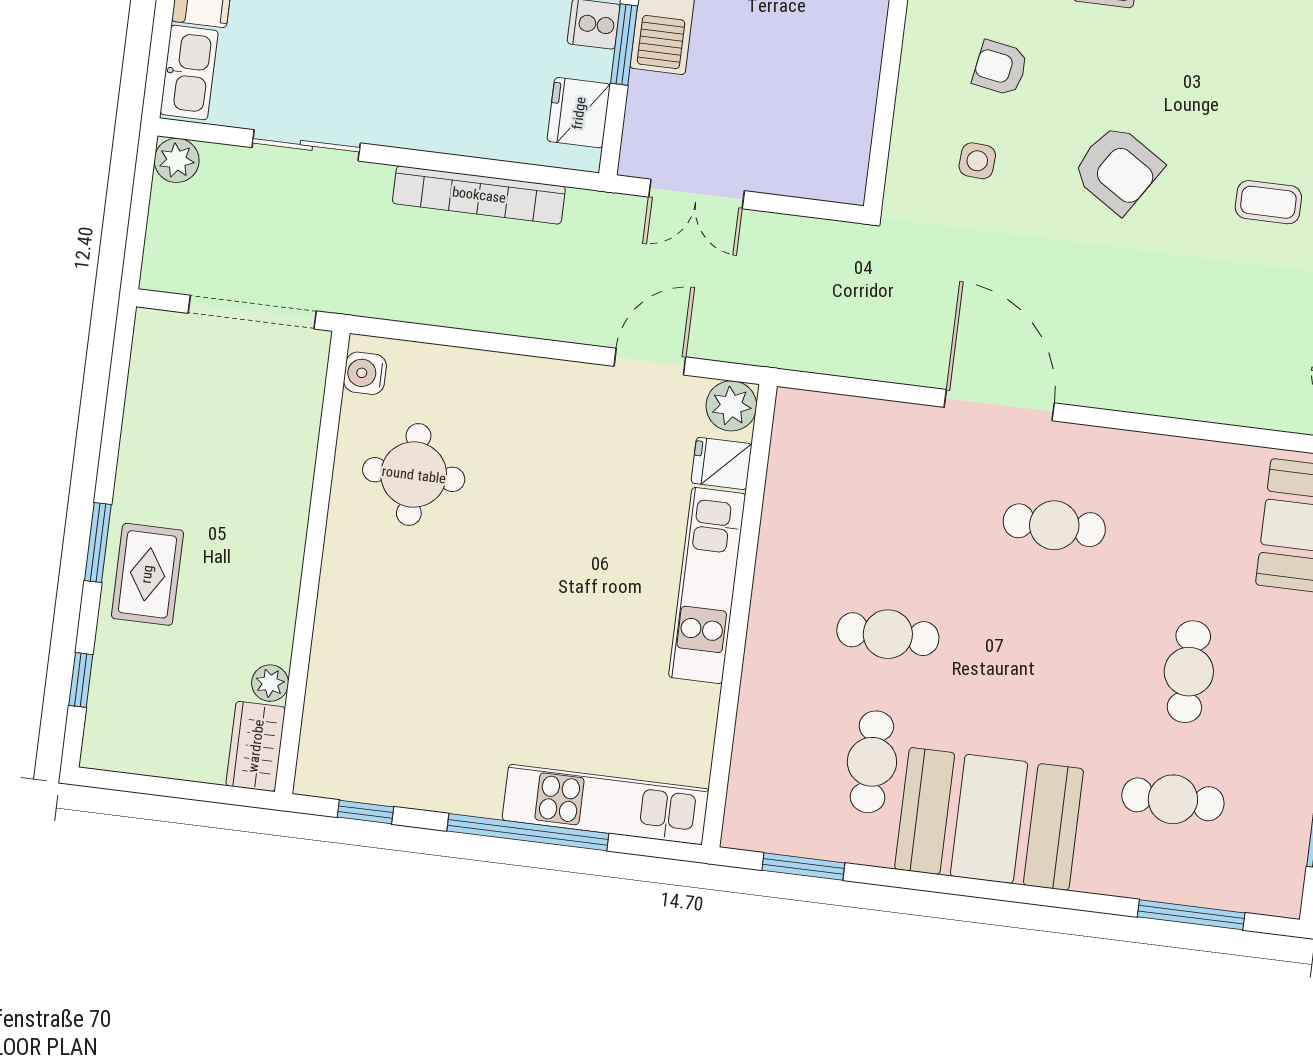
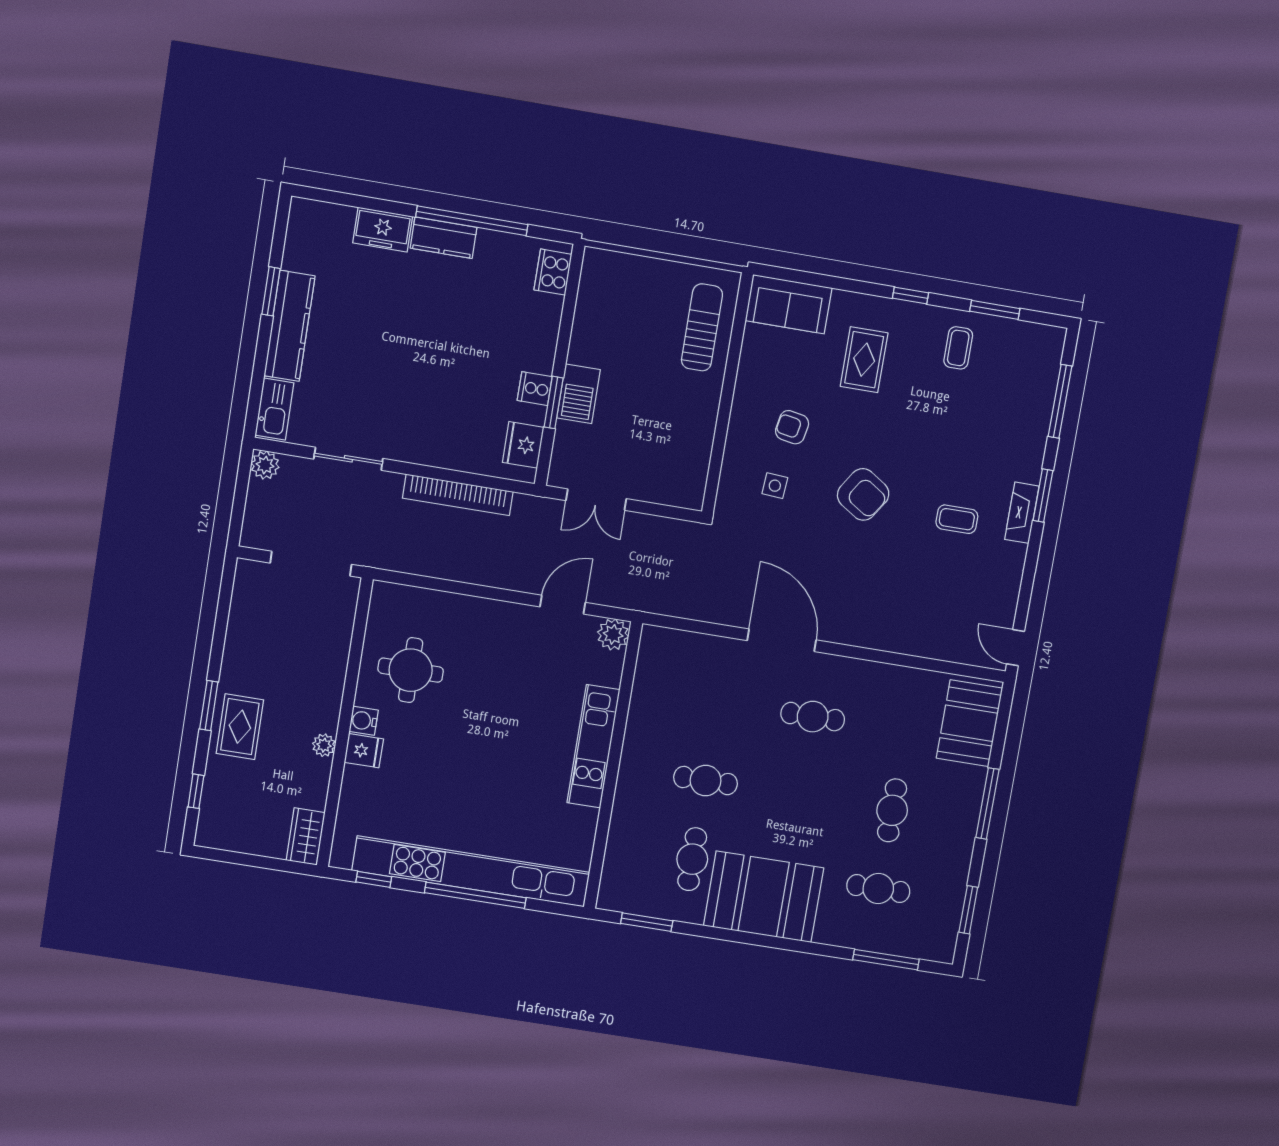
water cooler: (365, 373) -> (364, 721), moved
fridge: (722, 463) -> (364, 751), moved, turned 180
plant: (270, 683) -> (324, 745), moved
kitchen unit: (606, 805) -> (471, 871), width x1.86

